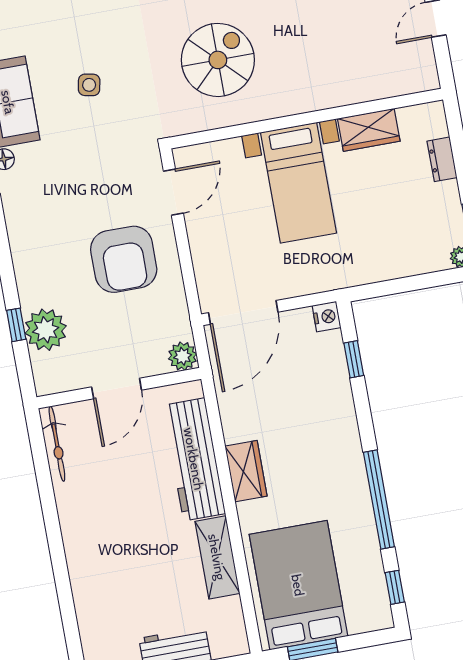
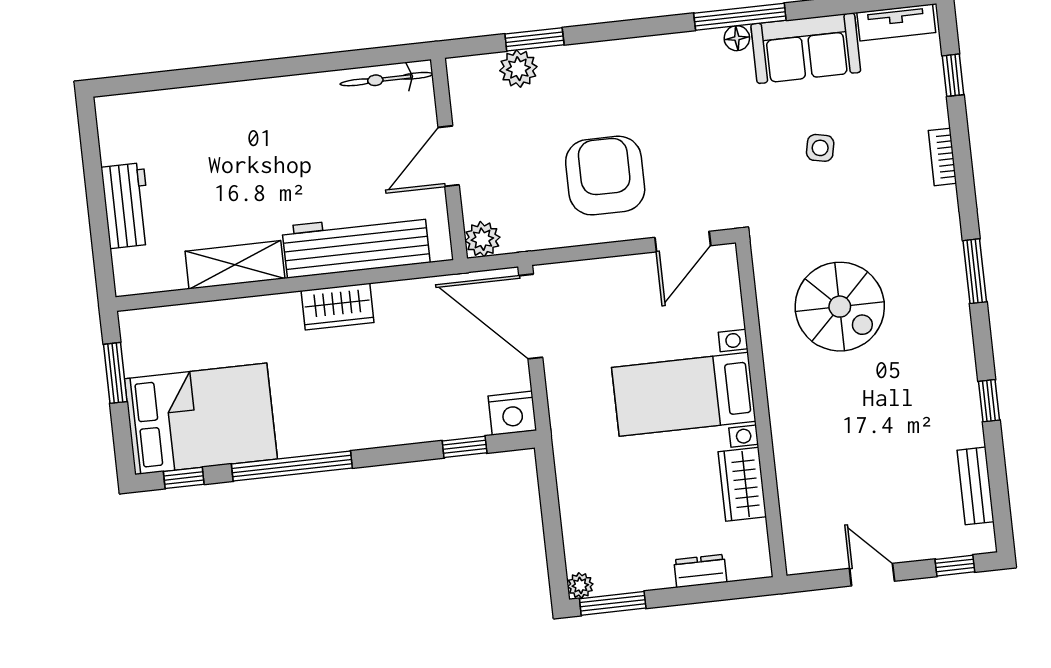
door: (173, 192) -> (683, 242), hinge flipped
armchair: (124, 259) -> (605, 176), turned 90
nightstand: (326, 317) -> (512, 413), width x1.36, depth x1.33
window: (16, 325) -> (534, 39), width x1.50
plant: (46, 330) -> (518, 69), width x0.73, depth x0.73
door: (117, 388) -> (449, 156), hinge flipped
bed: (298, 585) -> (201, 419), moved

